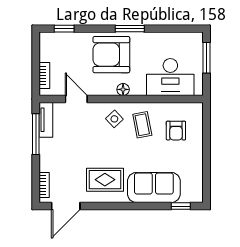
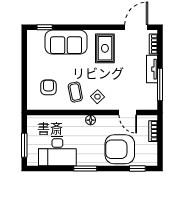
armchair: (111, 55) -> (120, 149), moved, turned 180
desk: (170, 77) -> (57, 151), moved, turned 180
tv unit: (46, 120) -> (152, 69), moved
rug: (105, 180) -> (105, 48), turned 90

